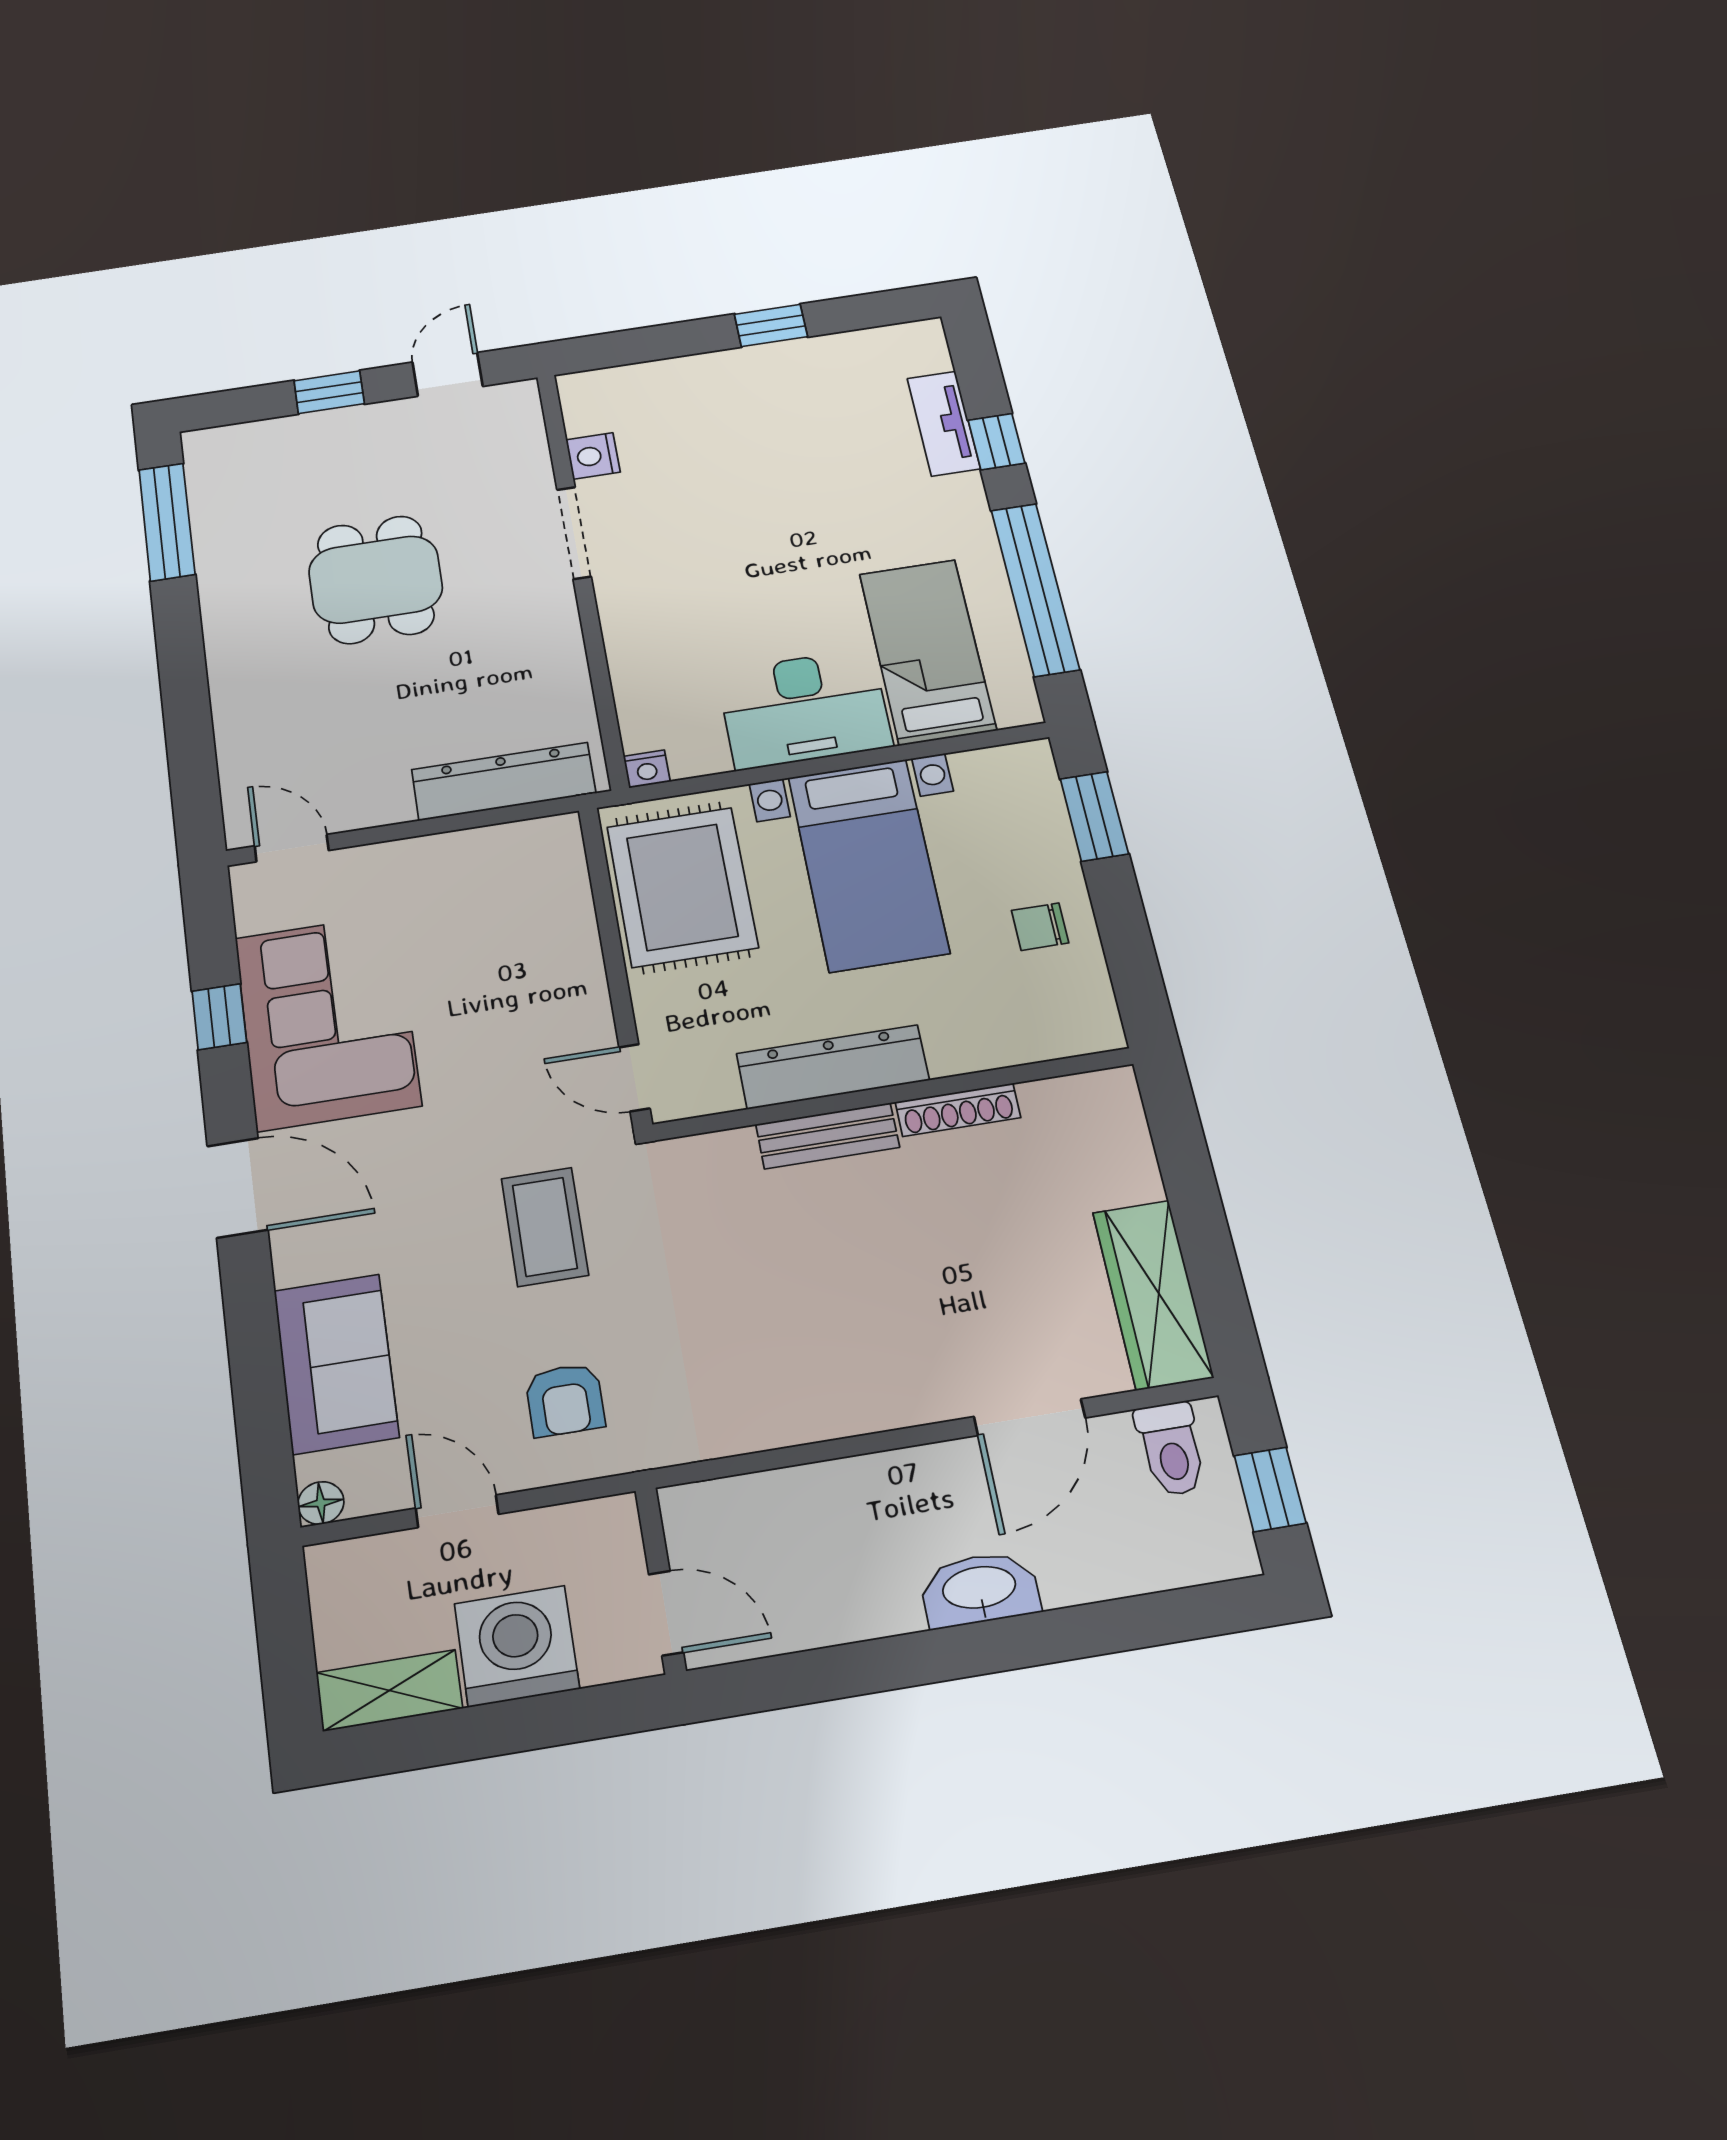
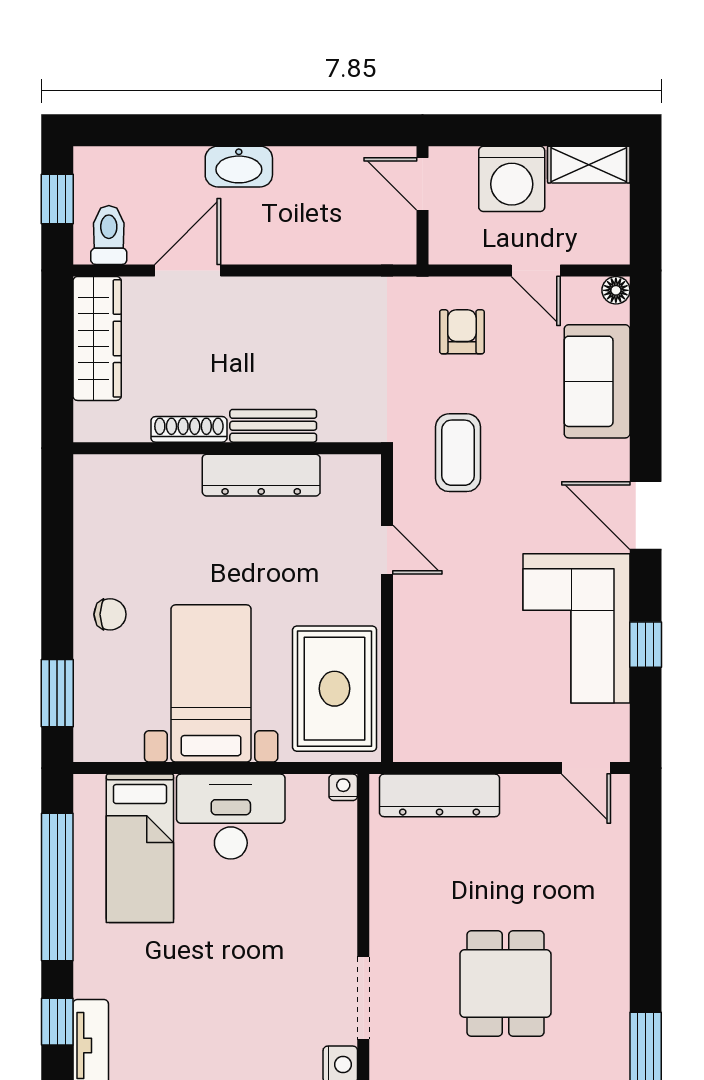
dresser: (833, 1067) -> (261, 475), moved
wall: (893, 1094) -> (227, 448), moved
shoe rack: (958, 1110) -> (189, 429), moved
bench: (828, 1136) -> (273, 426), moved

